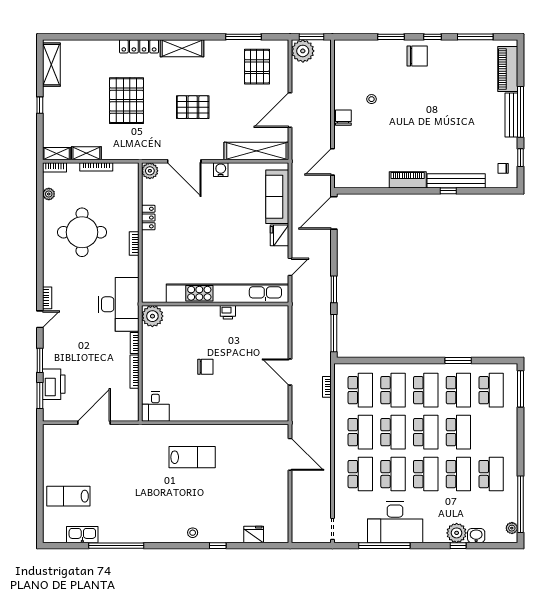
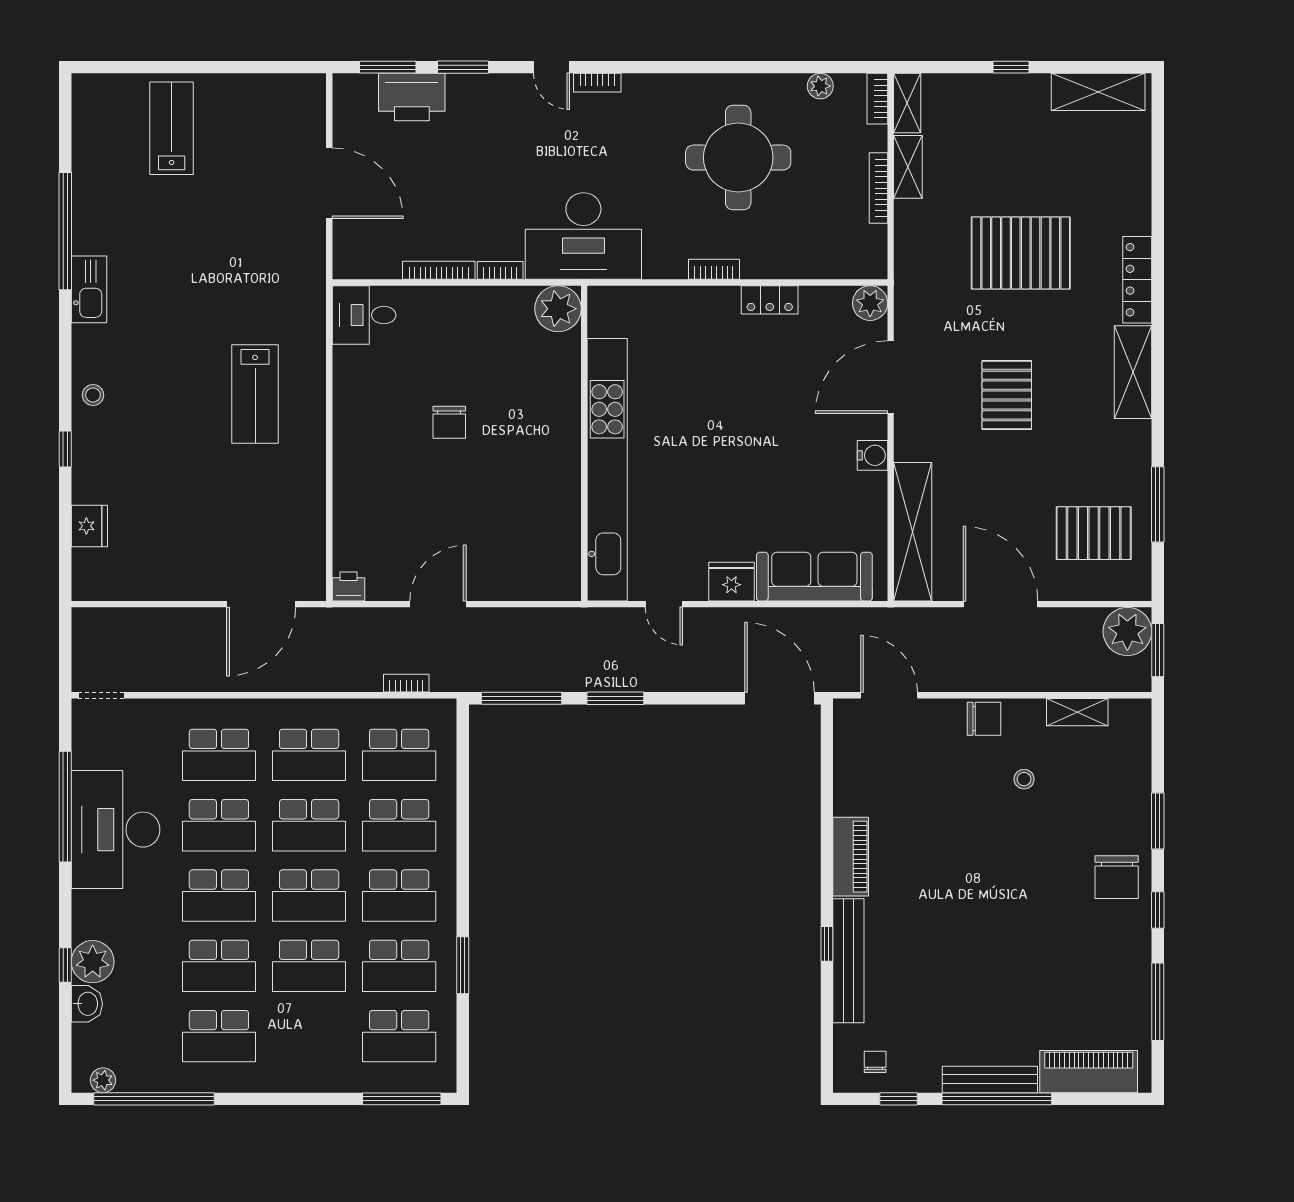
shelving: (340, 74) -> (1077, 712), added
printer: (228, 312) -> (348, 586), moved, turned 90
kitchen sink: (82, 535) -> (89, 289), moved

